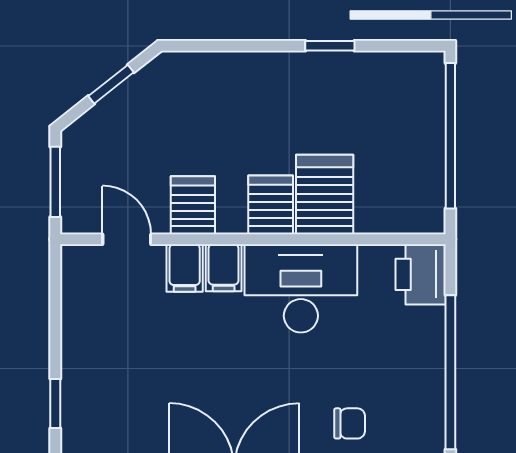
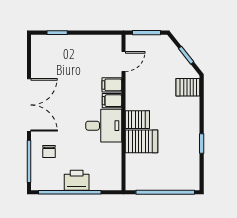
server rack: (193, 205) -> (188, 87), moved, turned 180
printer: (421, 274) -> (77, 180), moved
desk: (301, 288) -> (104, 126), width x0.73

